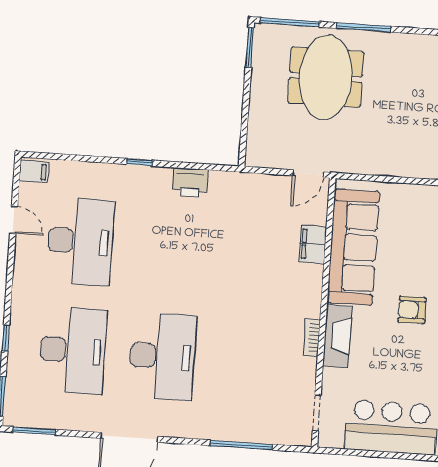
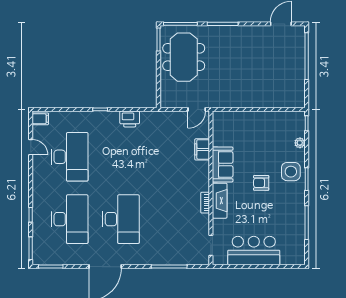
meeting table: (326, 77) -> (184, 57), moved
sofa: (353, 247) -> (223, 164), width x0.54, depth x0.79

